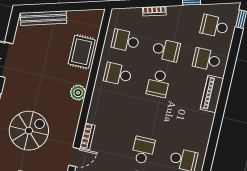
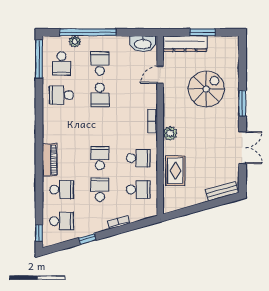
bench: (44, 18) -> (222, 191), width x0.73
school desk: (166, 50) -> (100, 190), turned 90
spiral stairs: (29, 131) -> (206, 89), turned 180
bookcase: (87, 136) -> (153, 121), moved

